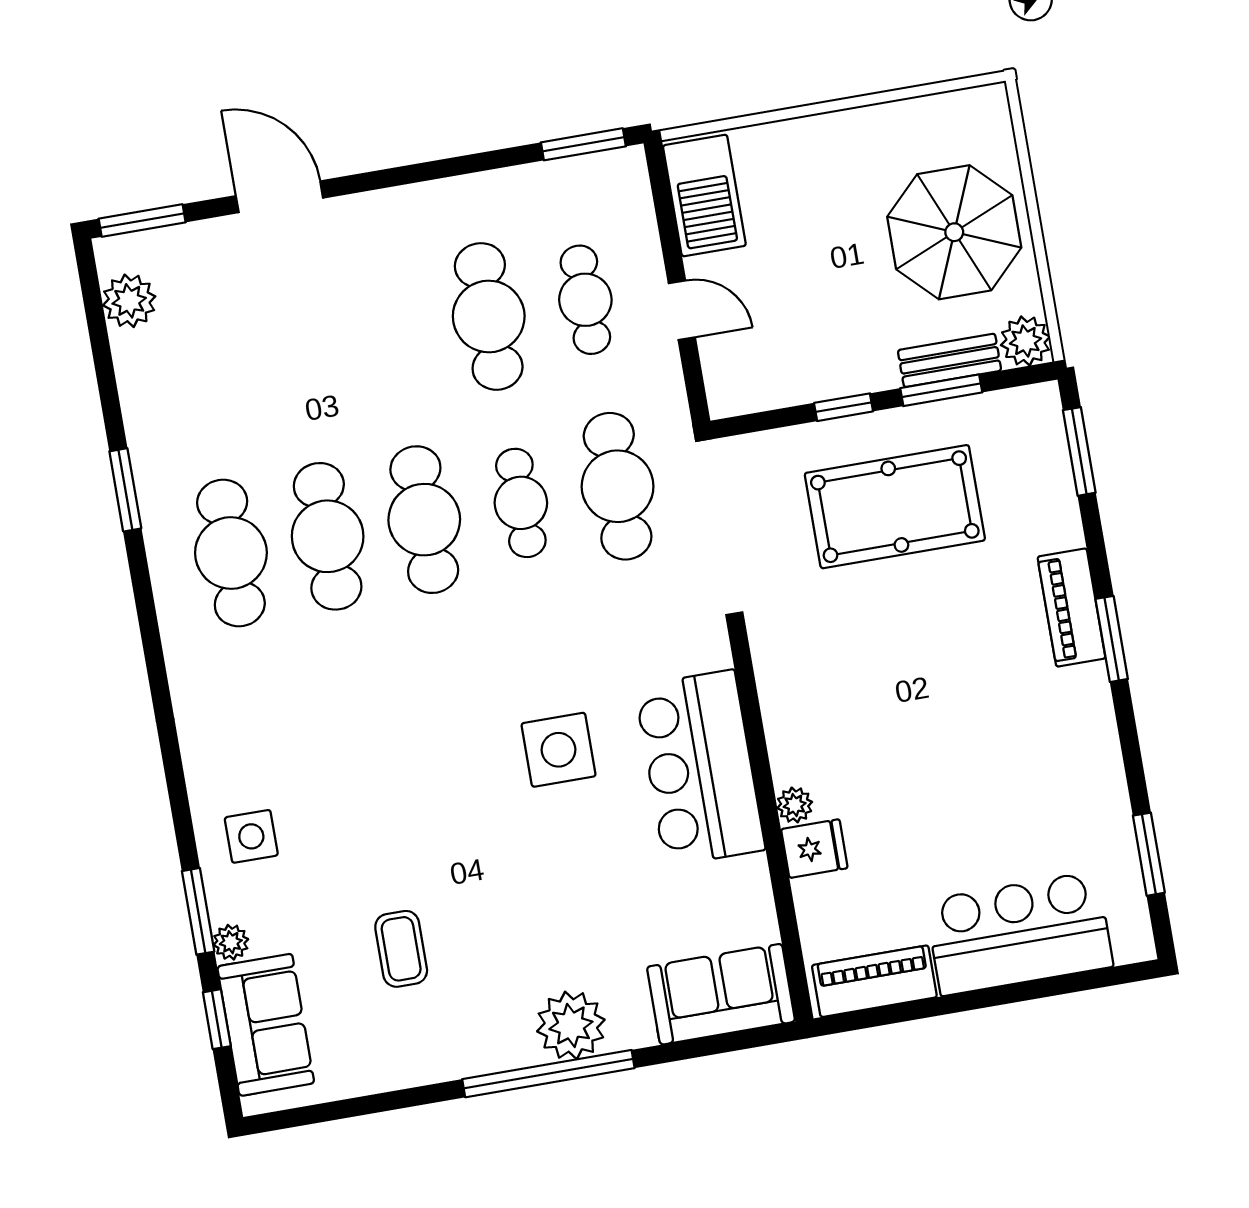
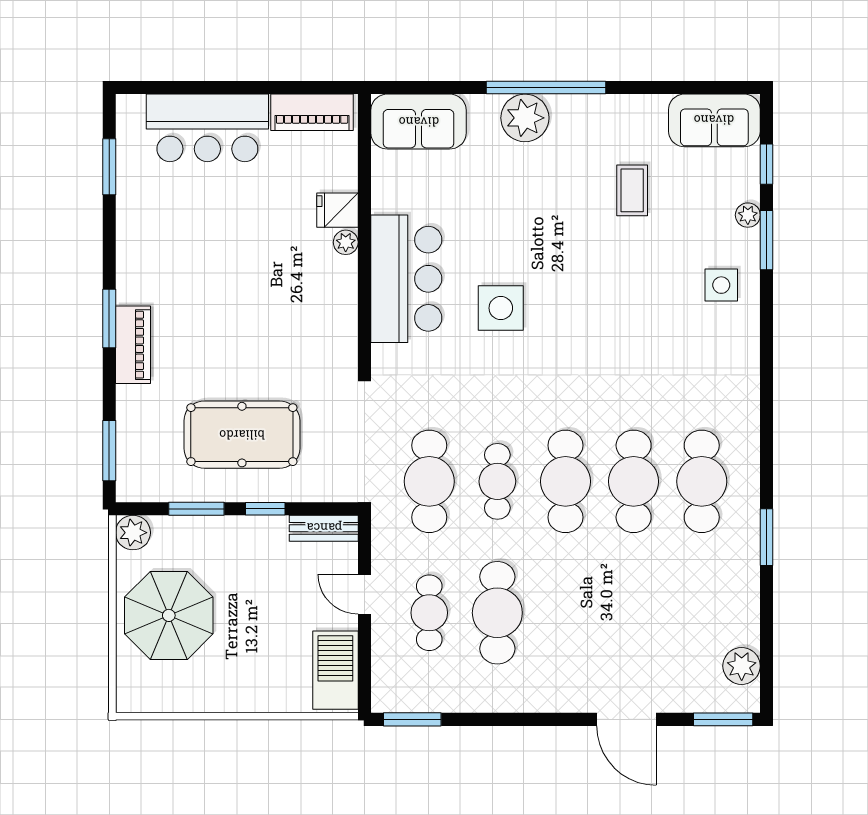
bench: (949, 360) -> (324, 528), moved
sofa: (266, 1025) -> (714, 120), moved, turned -90

